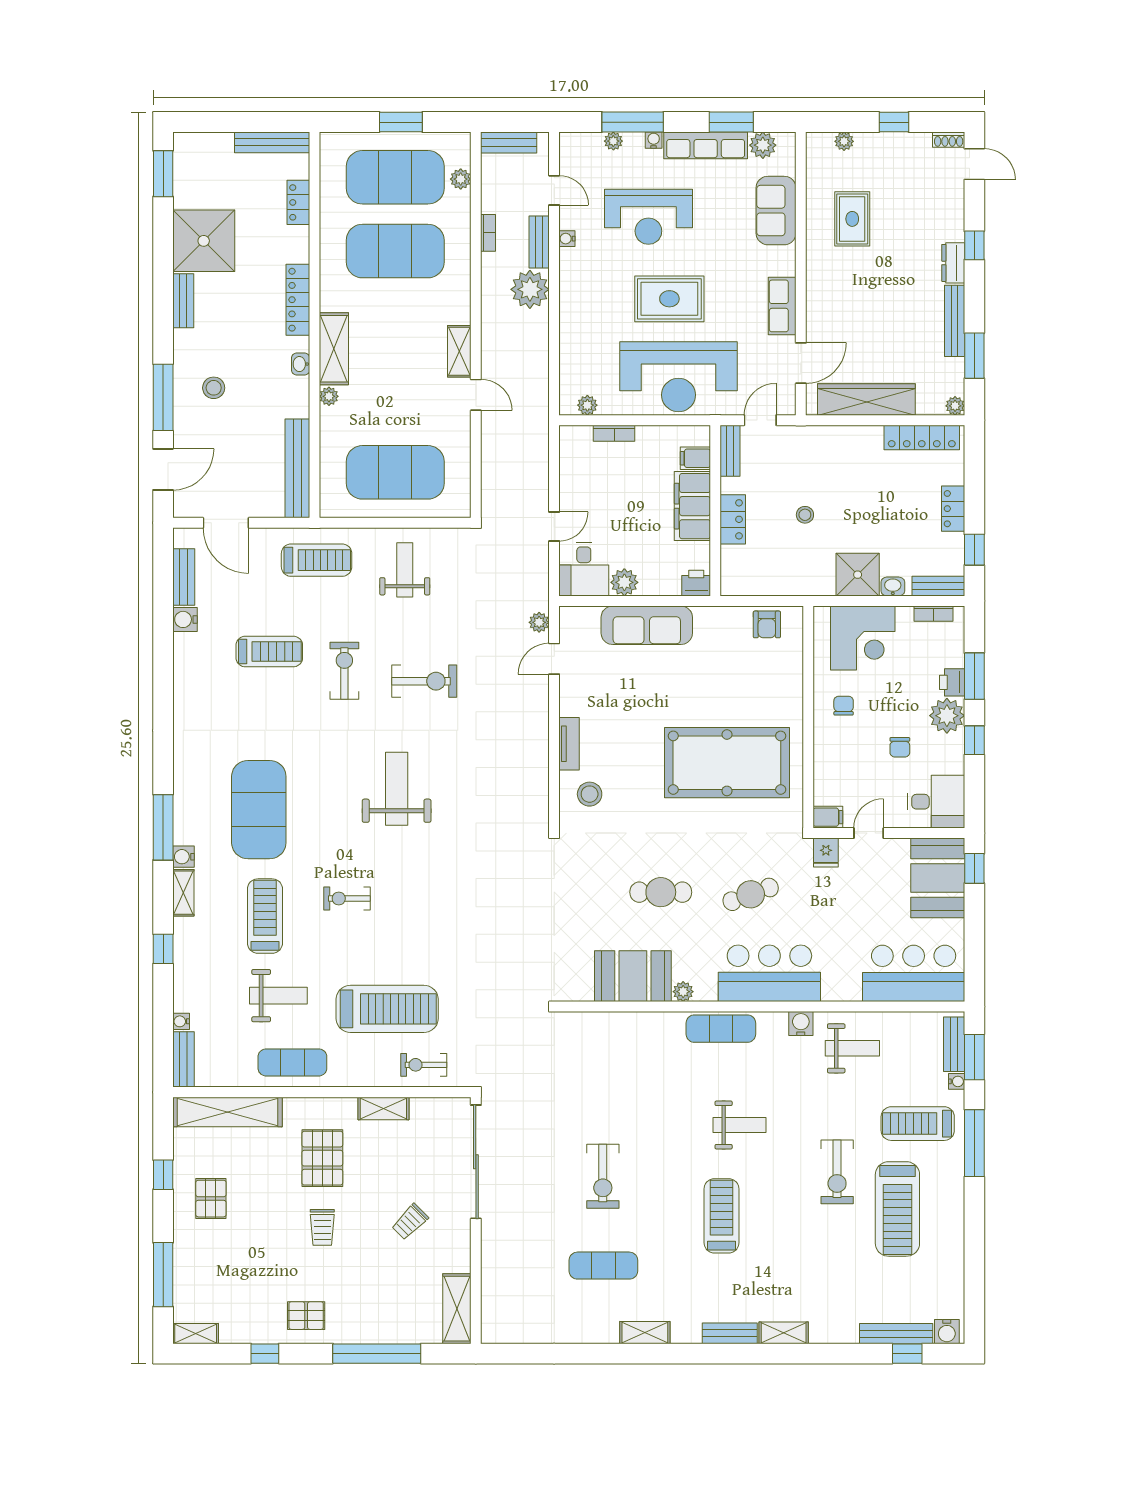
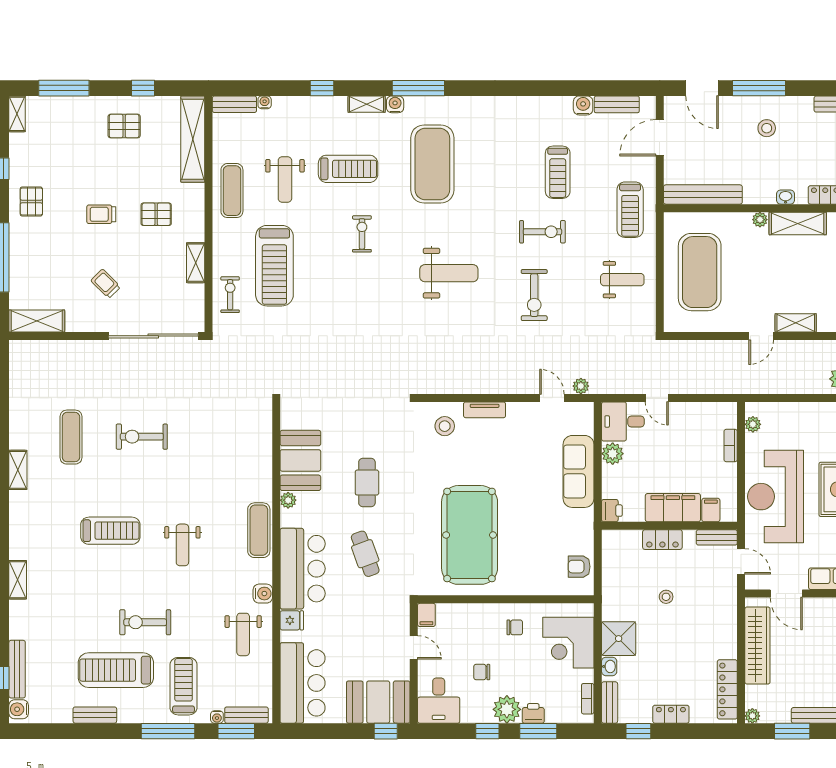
exercise mat: (259, 810) -> (432, 164), turned 90
fridge: (826, 853) -> (292, 620), moved, turned 180
pallet: (322, 1158) -> (156, 214), width x0.67, depth x0.71
bench: (730, 1333) -> (95, 715), moved, turned 90

